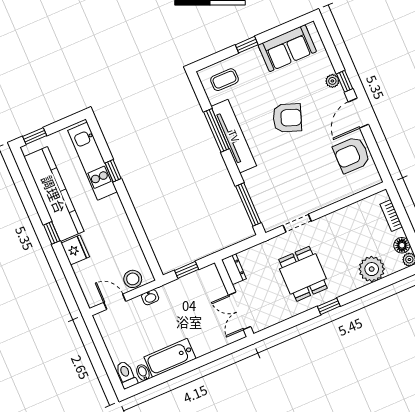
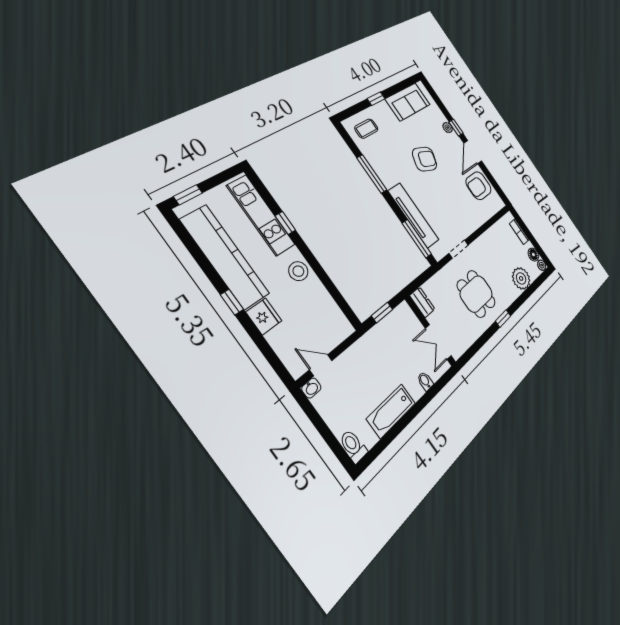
tv unit: (234, 136) -> (414, 215), moved
stool: (133, 279) -> (298, 271), moved
washbasin: (150, 297) -> (311, 388), moved
bidet: (143, 373) -> (425, 381), moved

